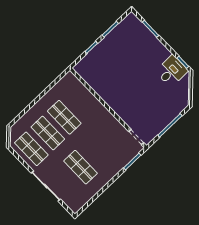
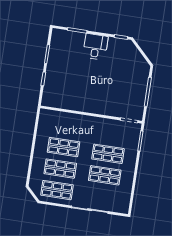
desk: (172, 71) -> (95, 47), moved
shop shelf: (97, 151) -> (108, 154), added

